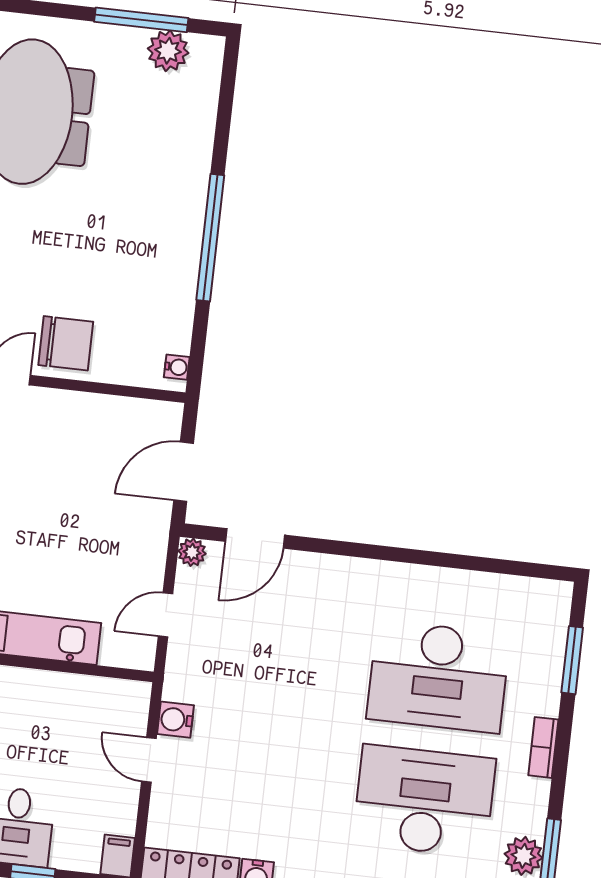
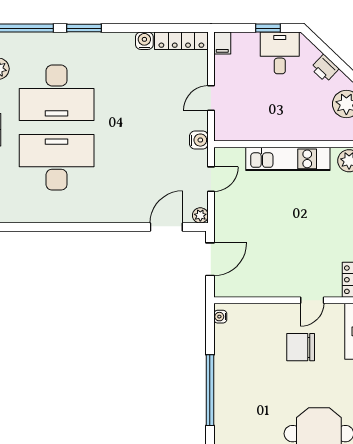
chair: (66, 343) -> (301, 347), moved
water cooler: (175, 720) -> (199, 140), moved
door: (149, 760) -> (211, 98), swing flipped

